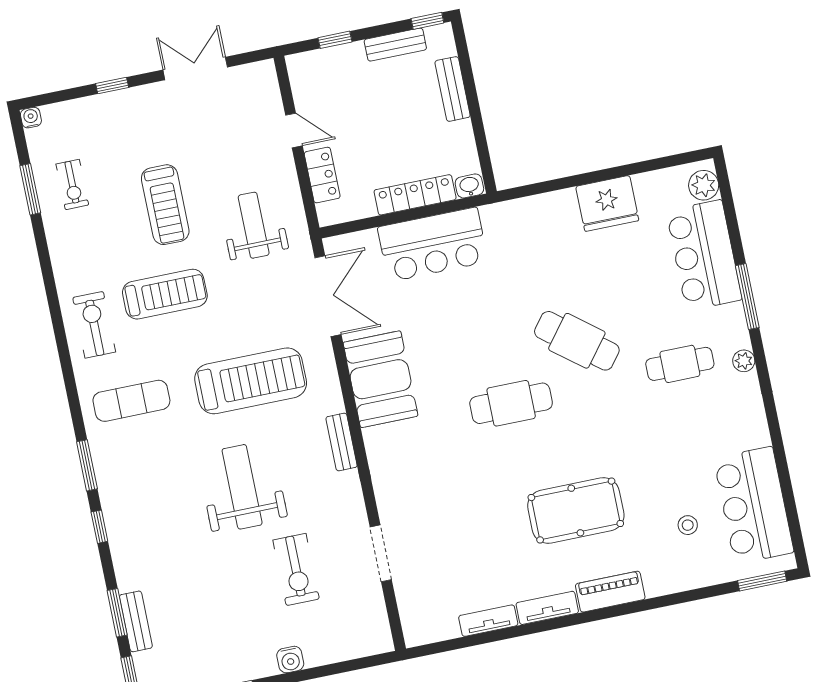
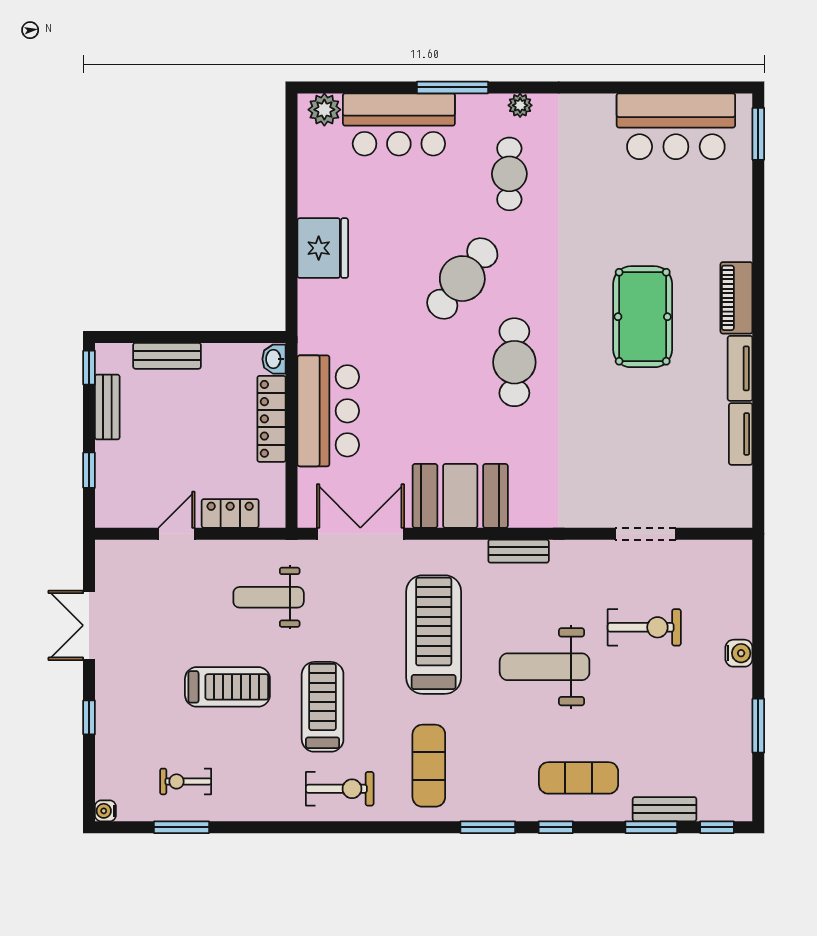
exercise bike: (72, 185) -> (186, 781), turned 180
fridge: (607, 203) -> (323, 248), moved
exercise bike: (94, 325) -> (340, 789), turned 180
stool: (688, 525) -> (683, 201), removed
exercise mat: (148, 538) -> (579, 778), added

